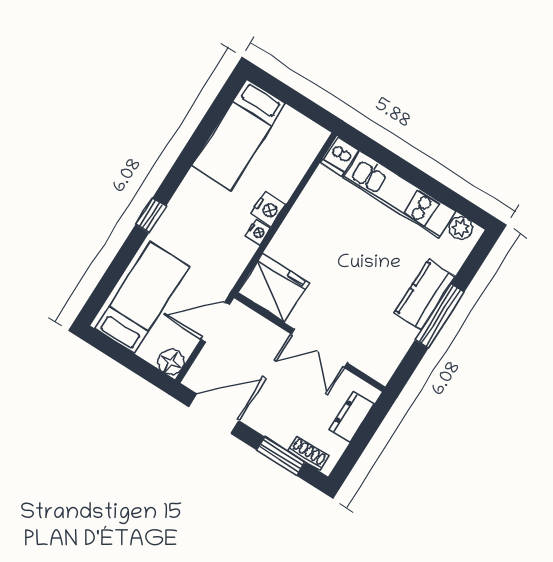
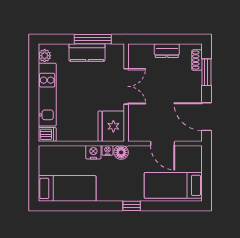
fridge: (273, 288) -> (111, 126), moved
wall: (310, 342) -> (126, 93), moved
double door: (319, 348) -> (126, 86), moved
floor lamp: (171, 362) -> (121, 152), moved

